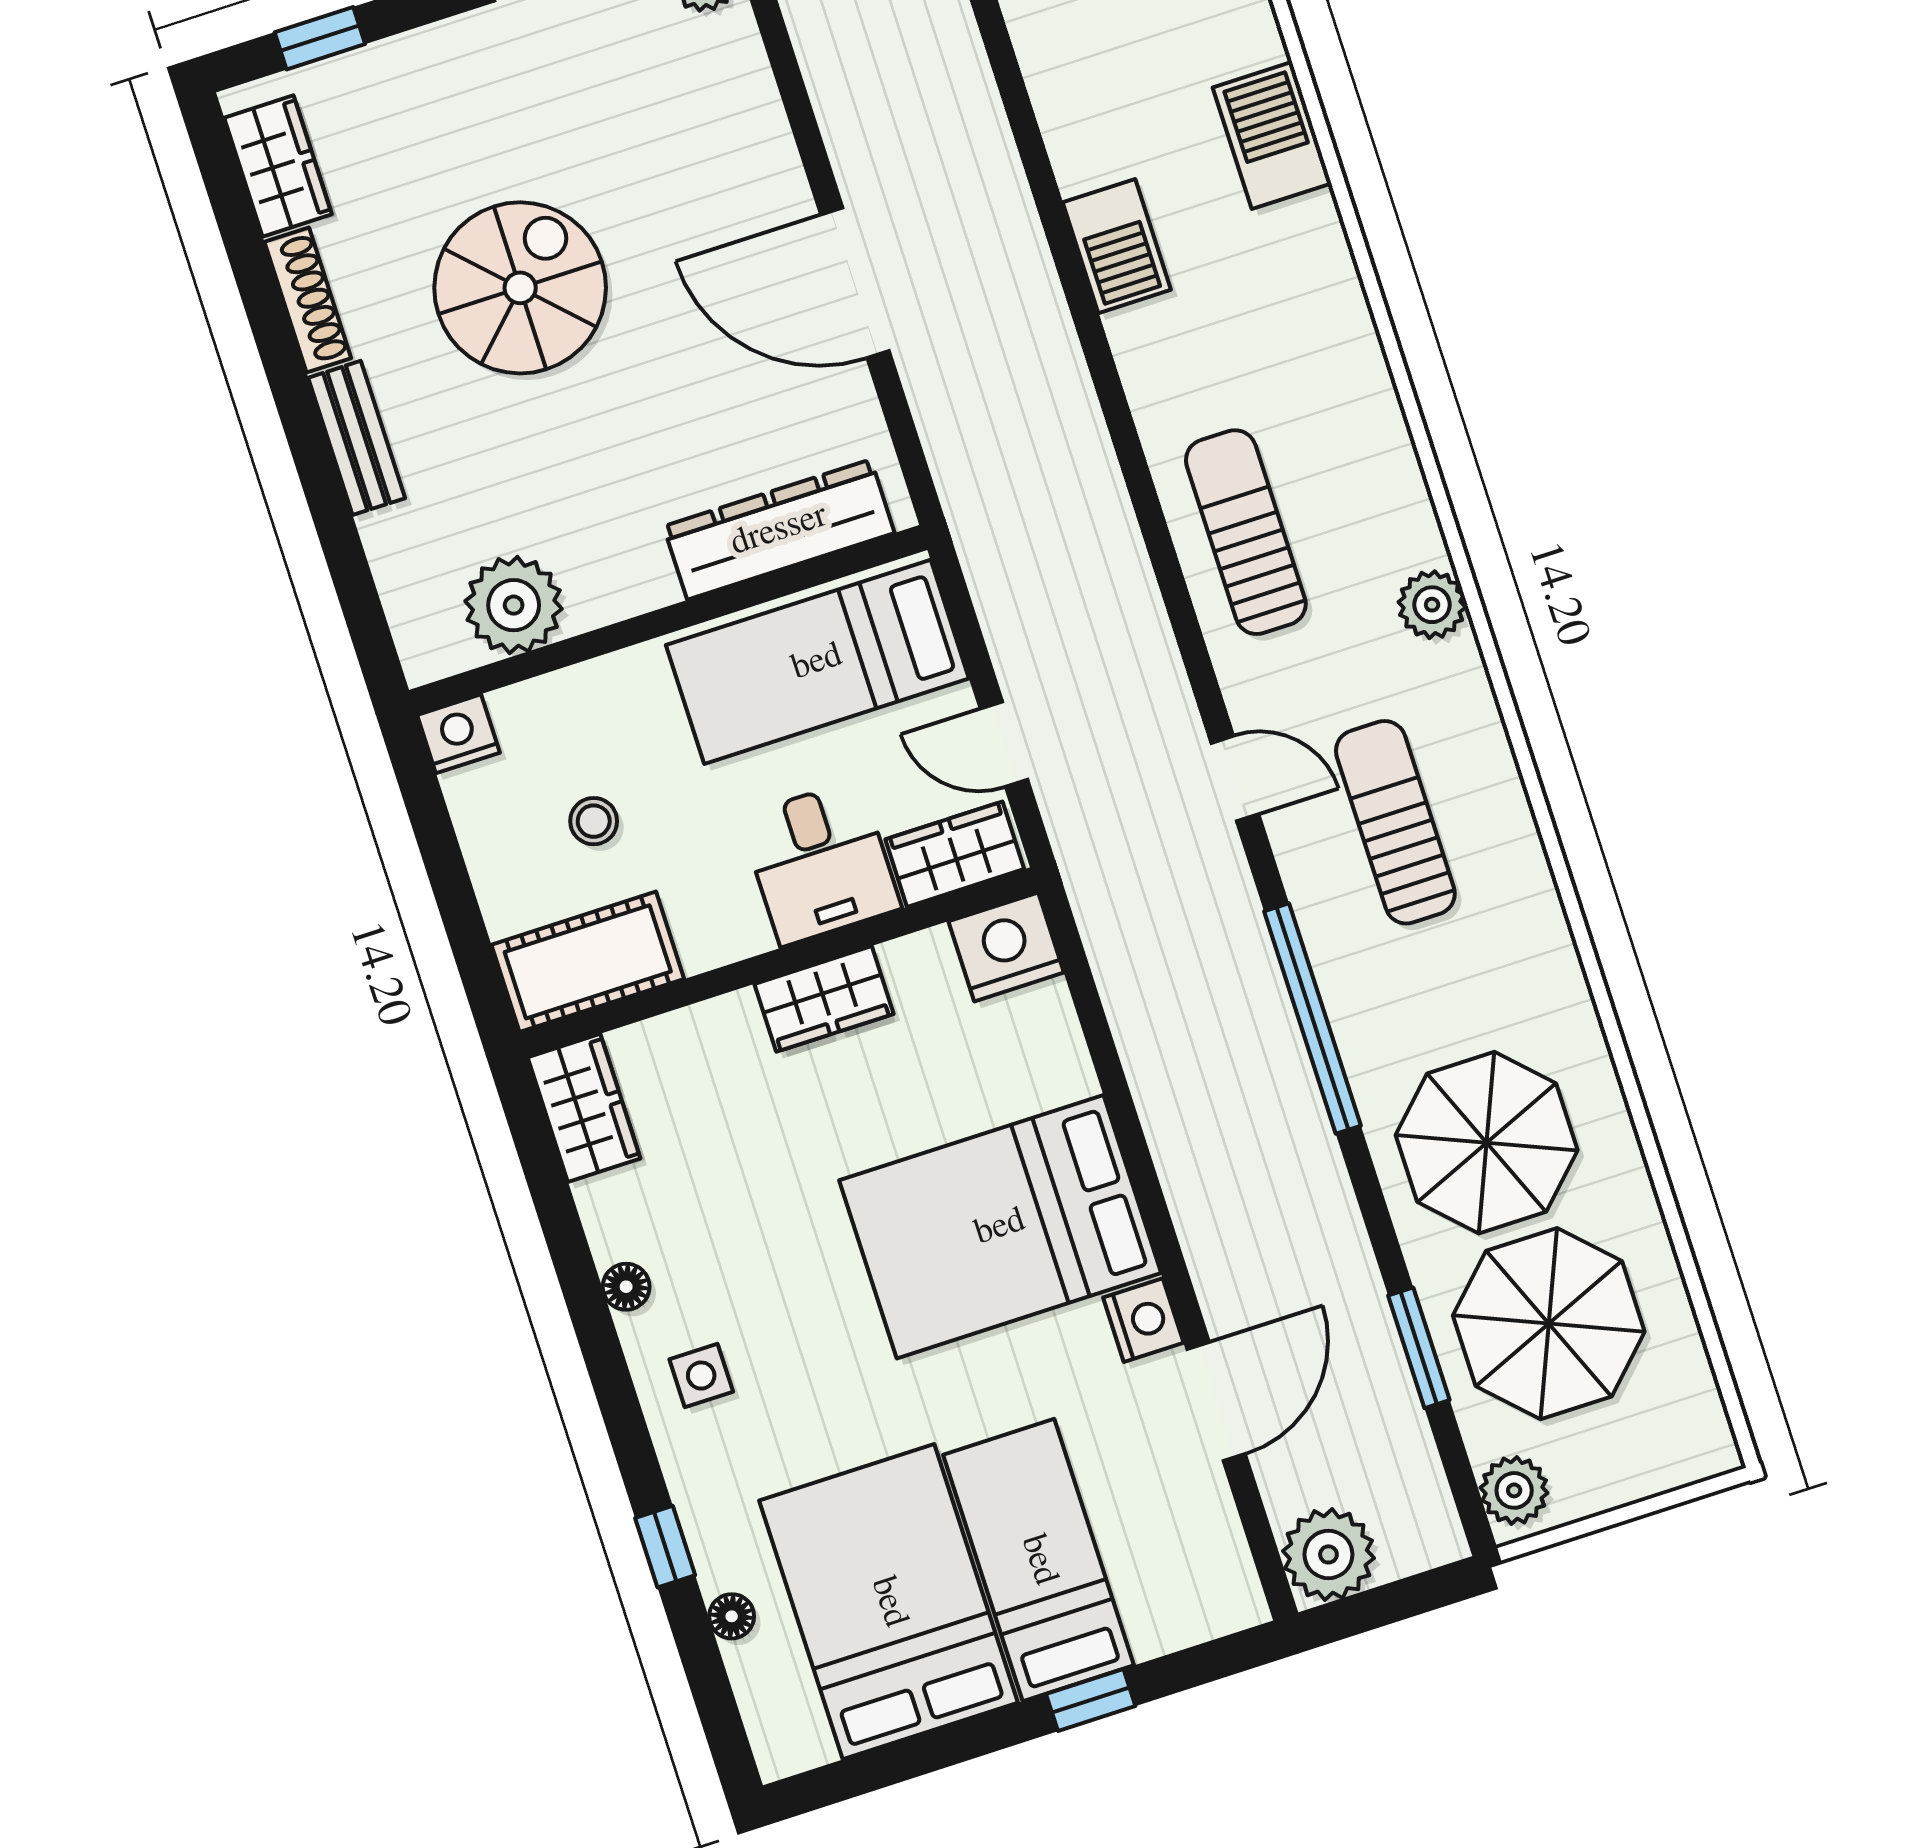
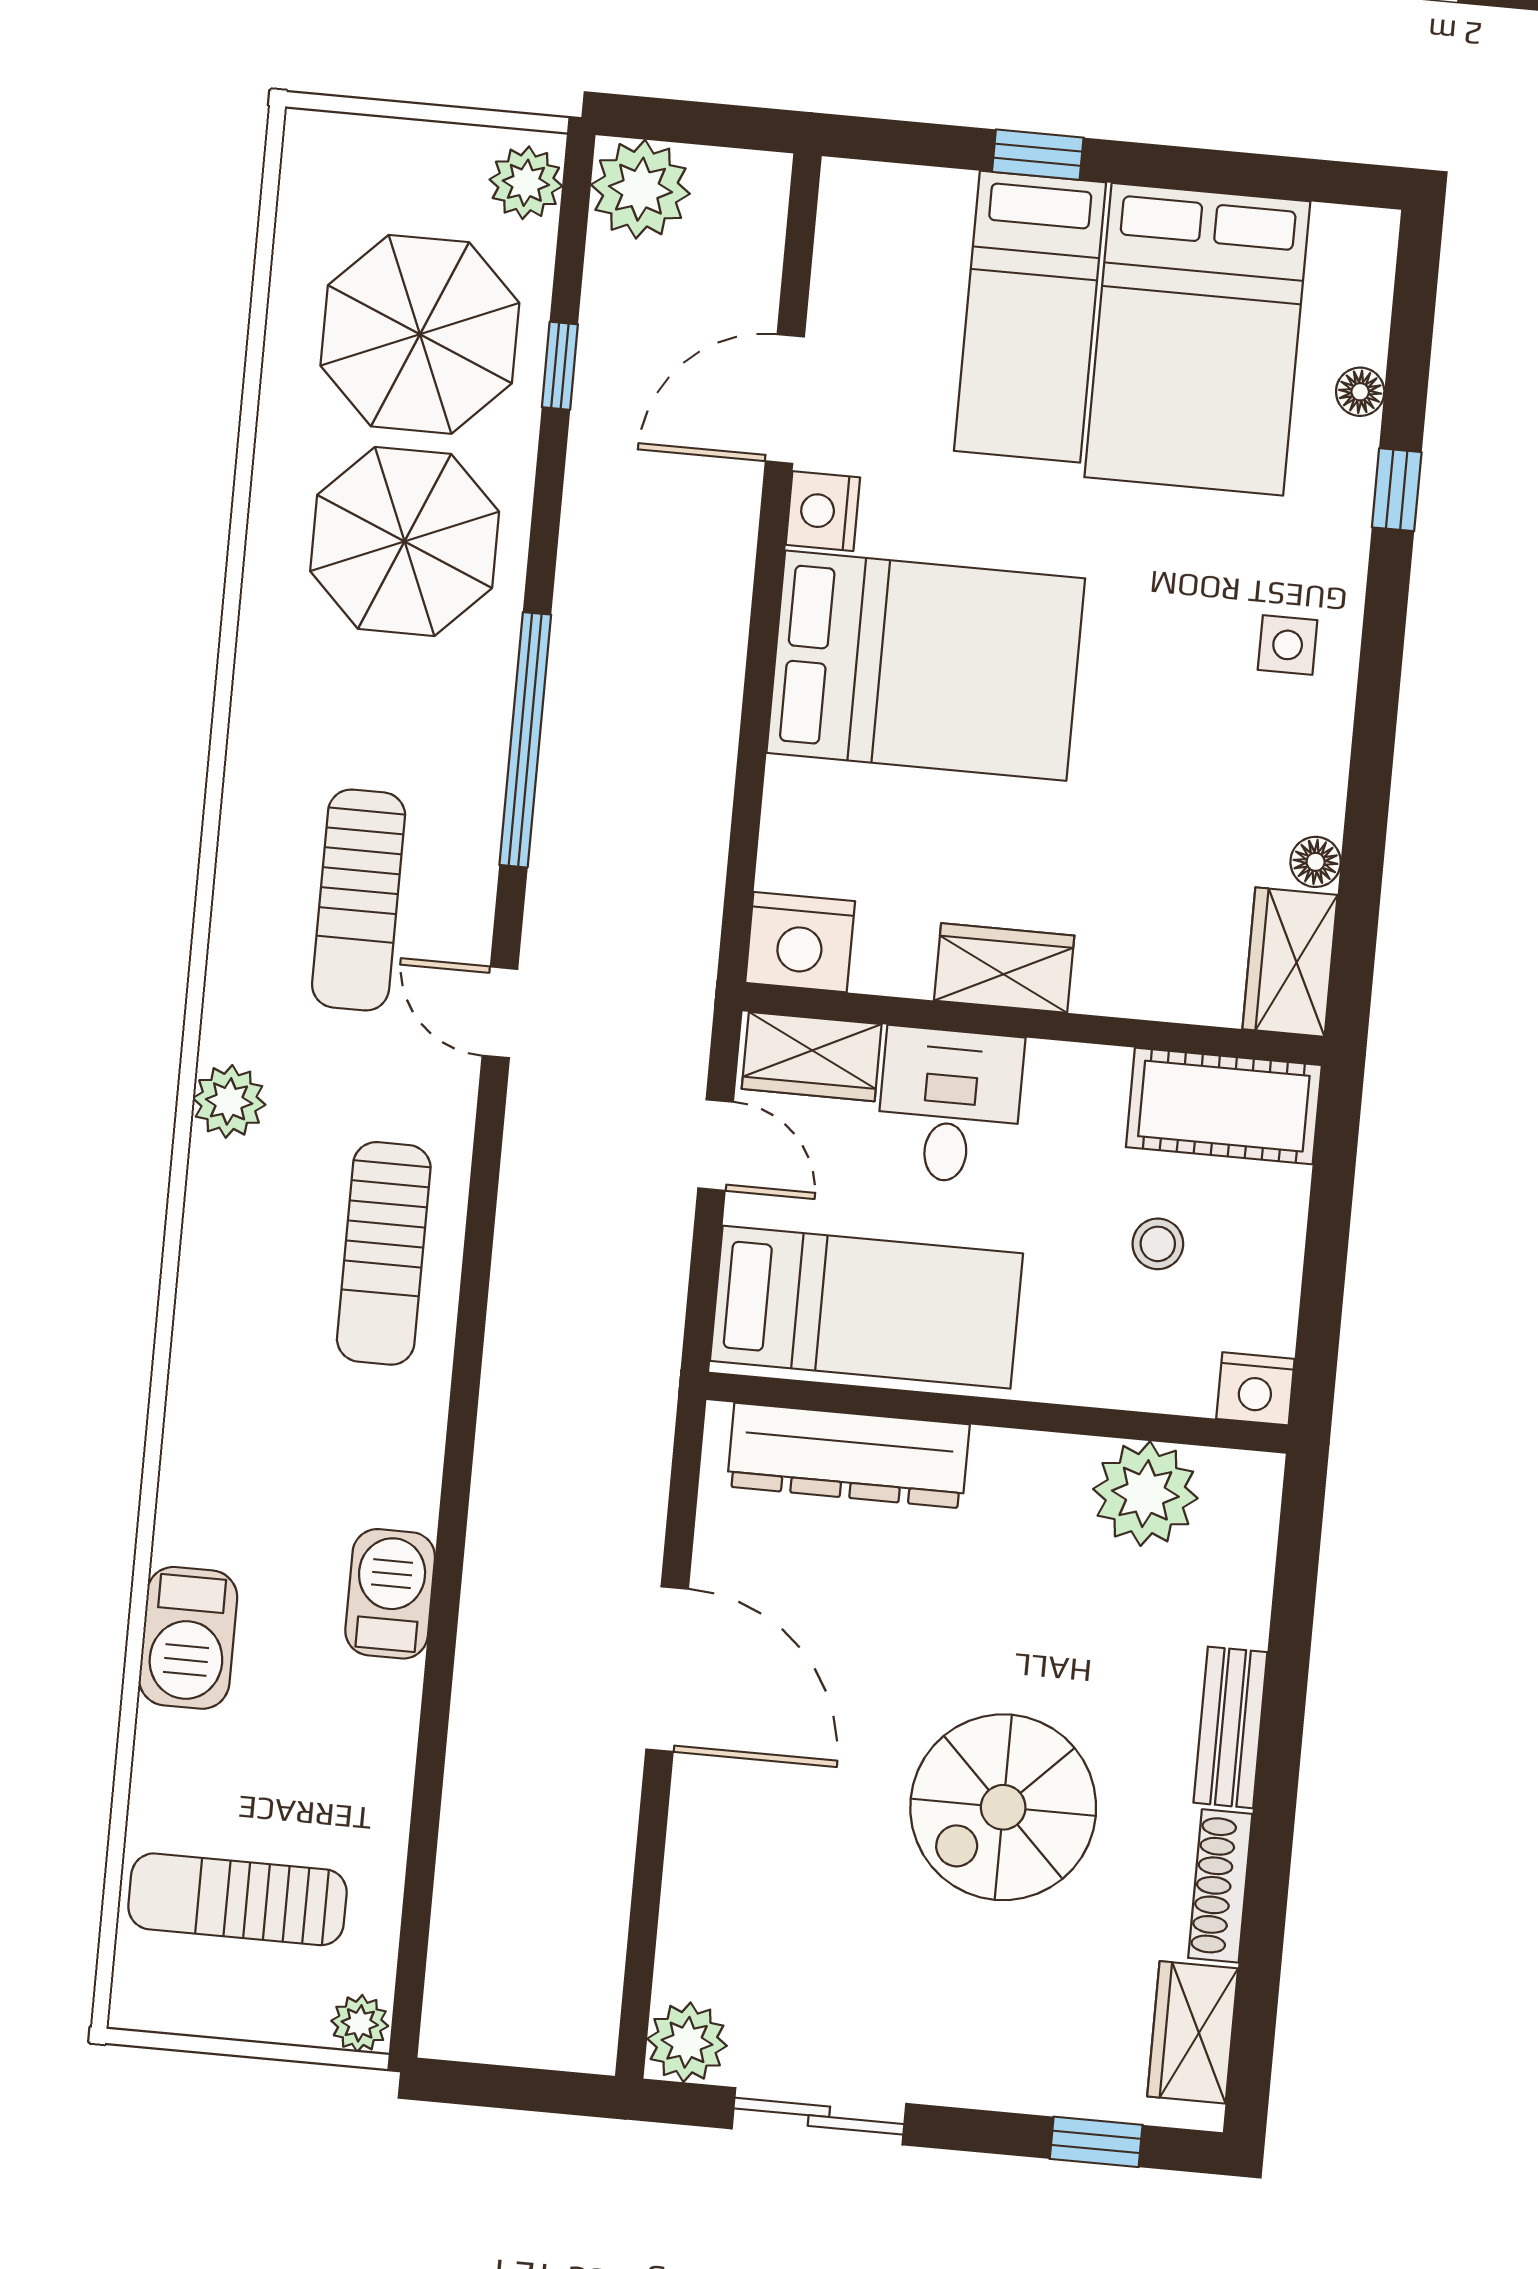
floor lamp: (626, 1287) -> (1316, 862), moved
window: (1419, 1348) -> (560, 366), width x0.67
plant: (1328, 1554) -> (640, 189), moved

